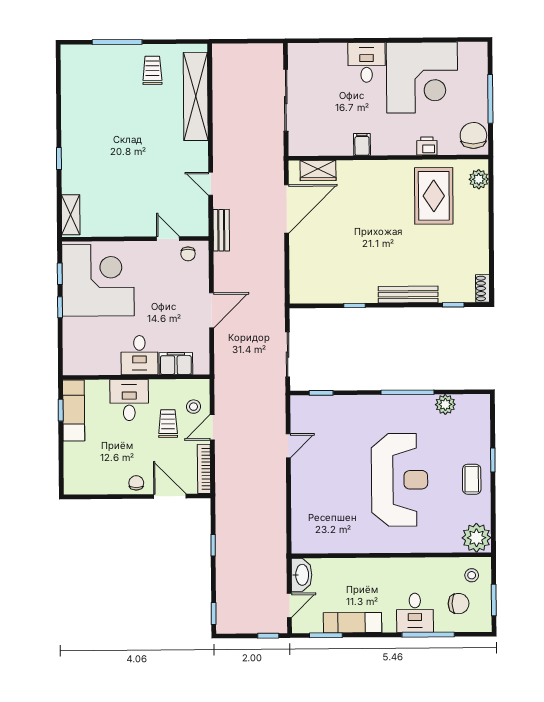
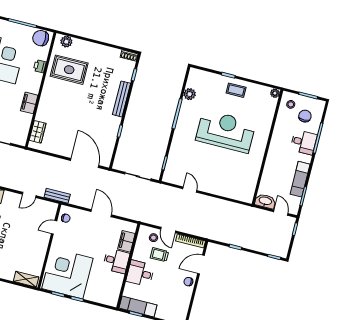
filing cabinet: (362, 144) -> (29, 103), width x2.00
door: (287, 209) -> (85, 163), moved
plant: (476, 538) -> (275, 93), width x0.53, depth x0.53

